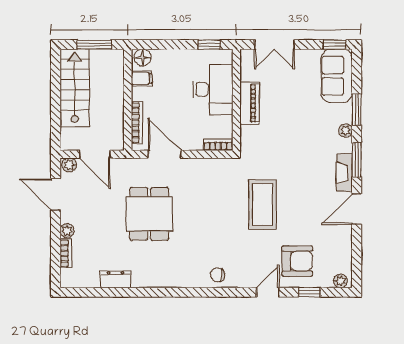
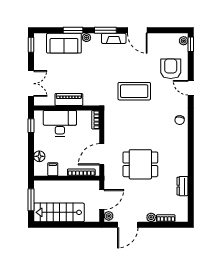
floor lamp: (142, 58) -> (39, 156), moved
sofa: (337, 76) -> (64, 43), moved
window: (309, 292) -> (191, 44), moved

